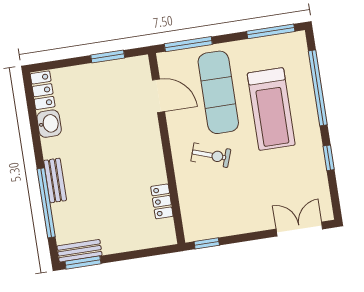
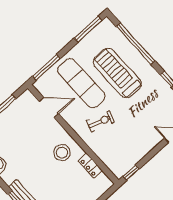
treadmill: (271, 109) -> (117, 73), turned 180
stool: (138, 162) -> (62, 153), added

